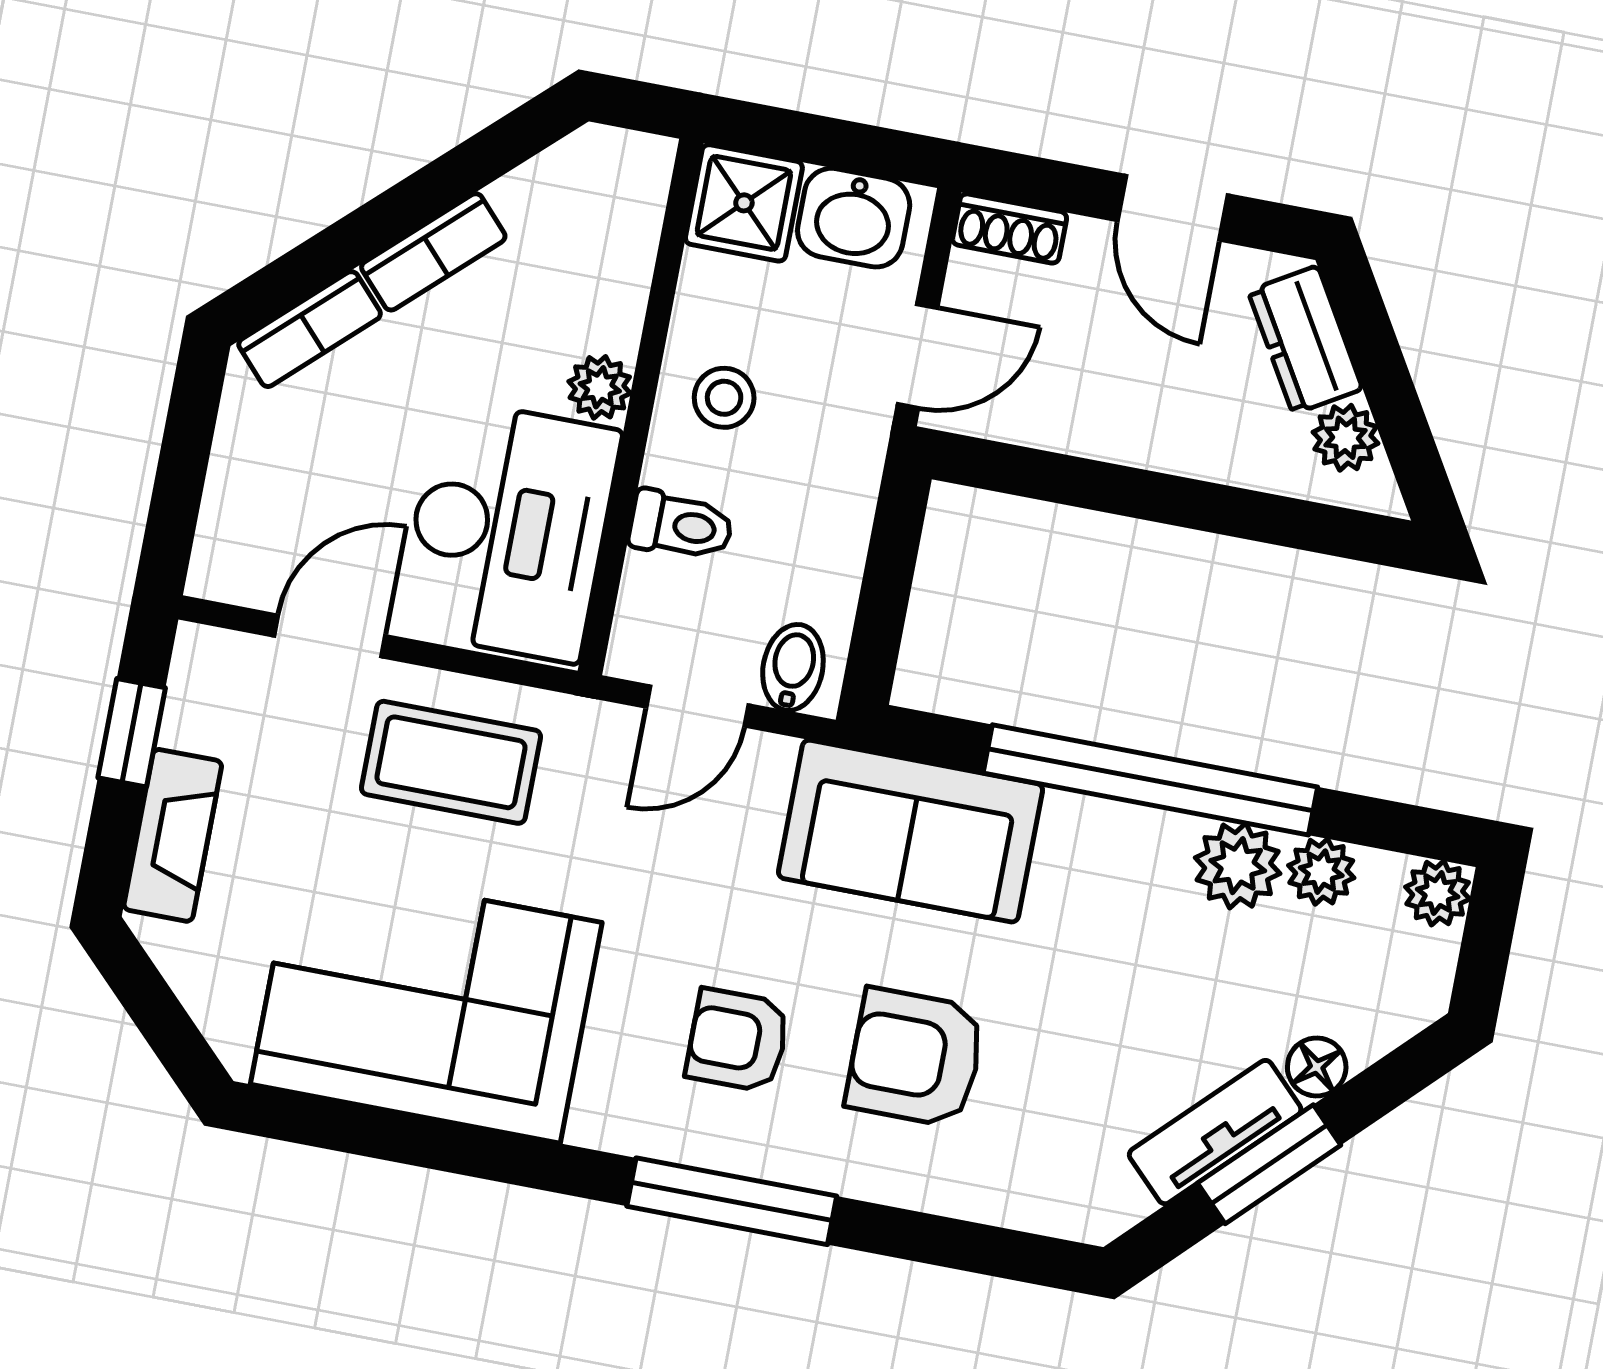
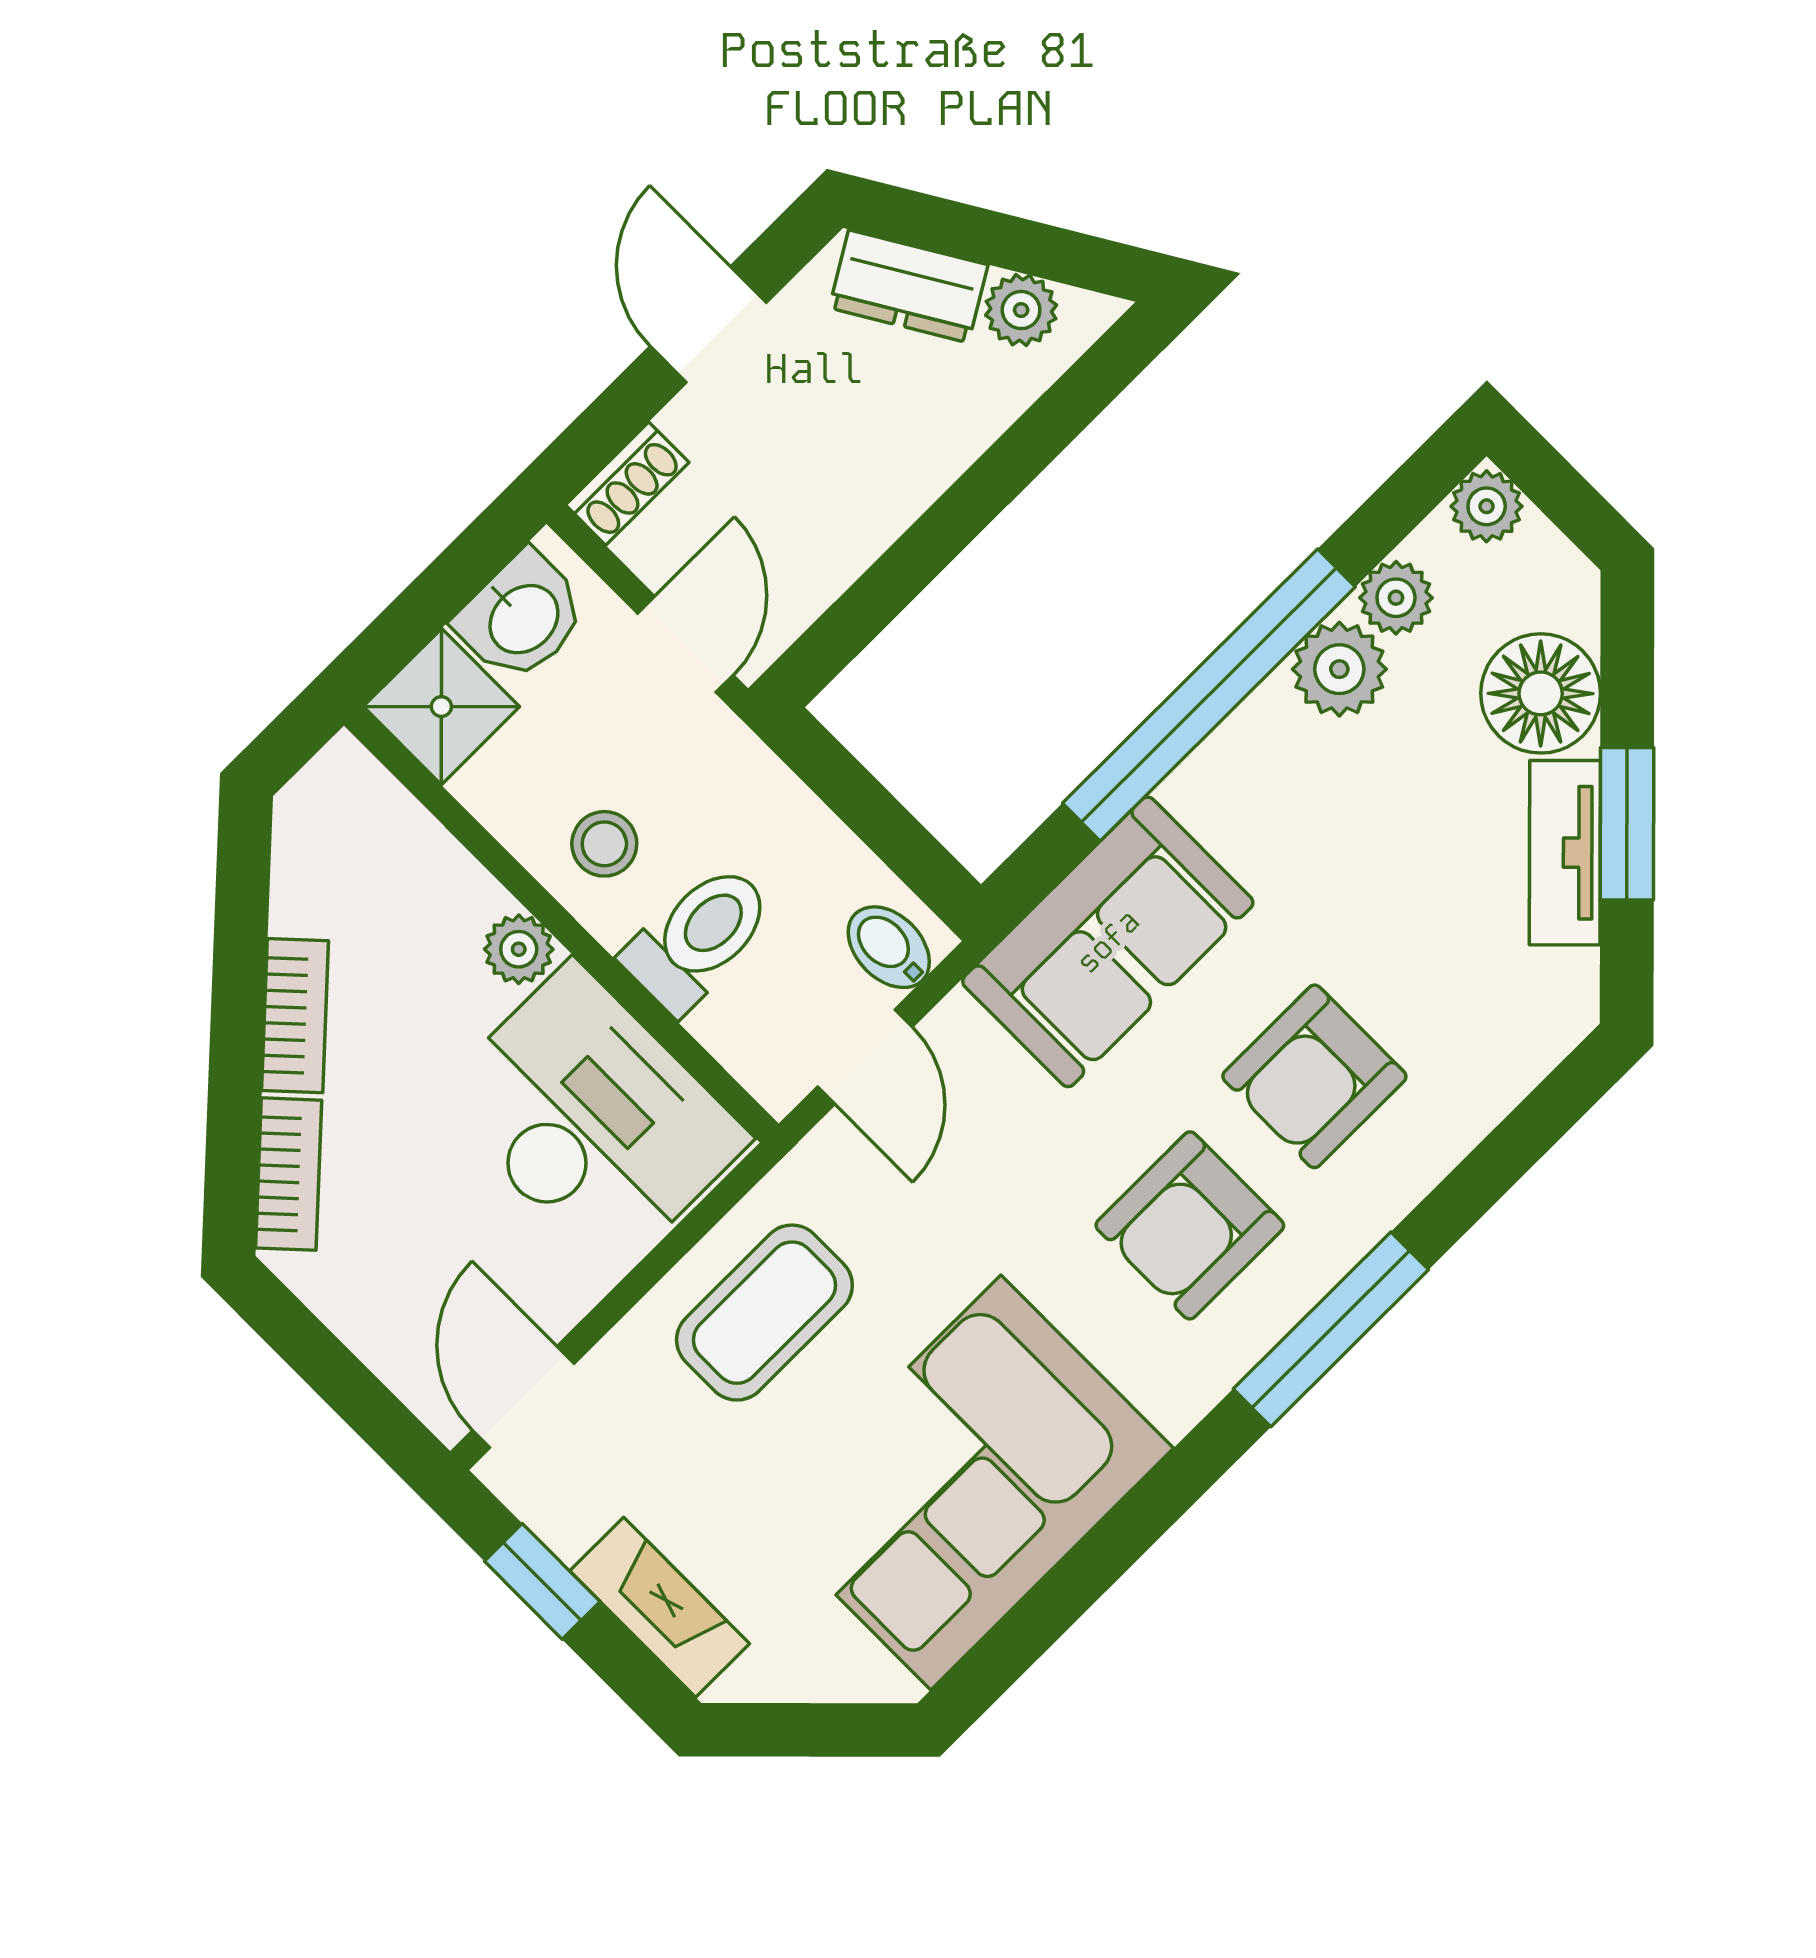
door: (1173, 208) -> (708, 324), swing flipped
toilet: (681, 525) -> (699, 938), width x1.37, depth x1.39
door: (330, 636) -> (523, 1397), moved
armchair: (738, 1040) -> (1190, 1225), width x1.38, depth x1.38
floor lamp: (1317, 1067) -> (1541, 693), width x1.89, depth x1.89

